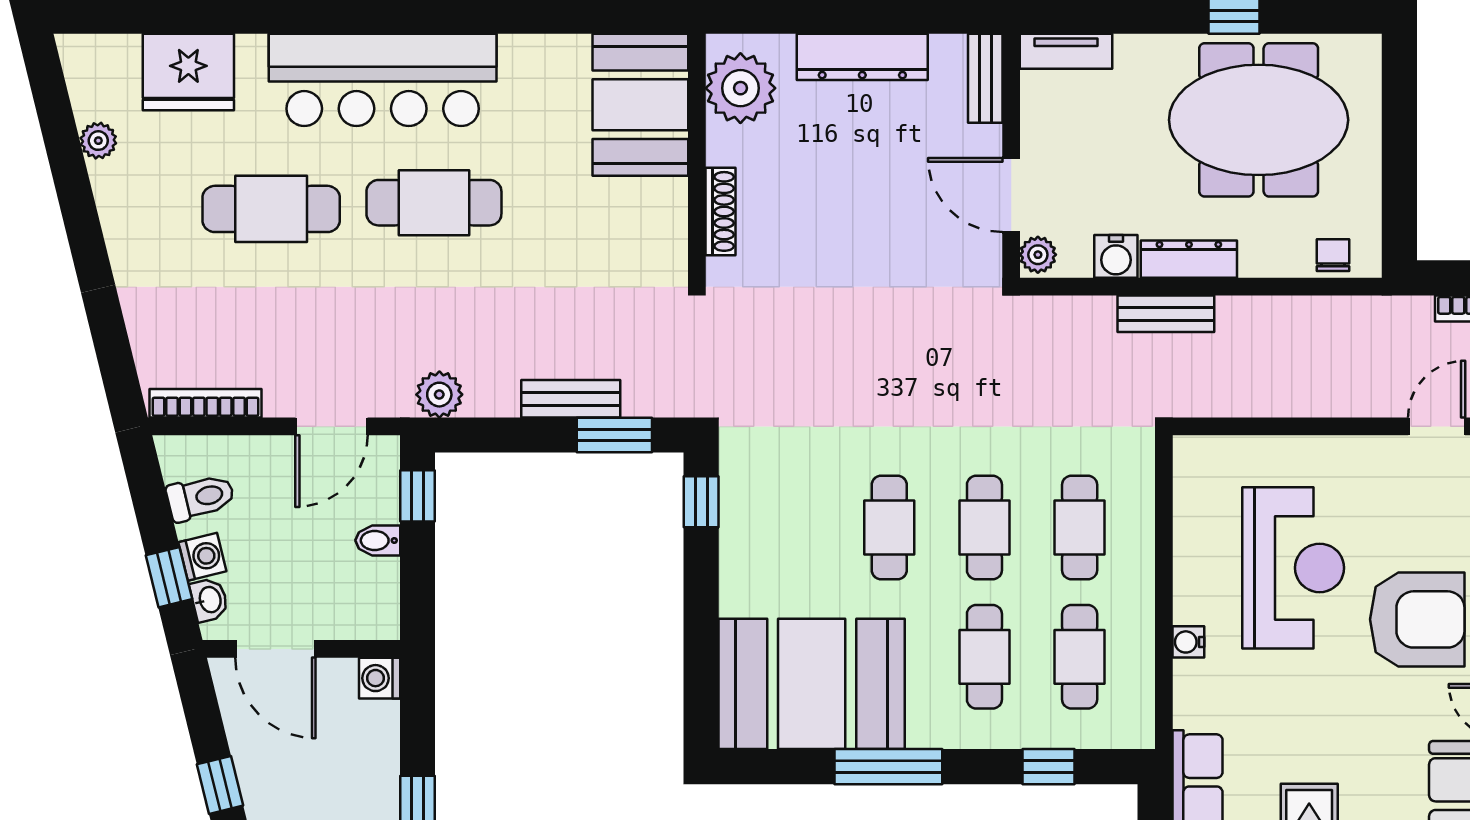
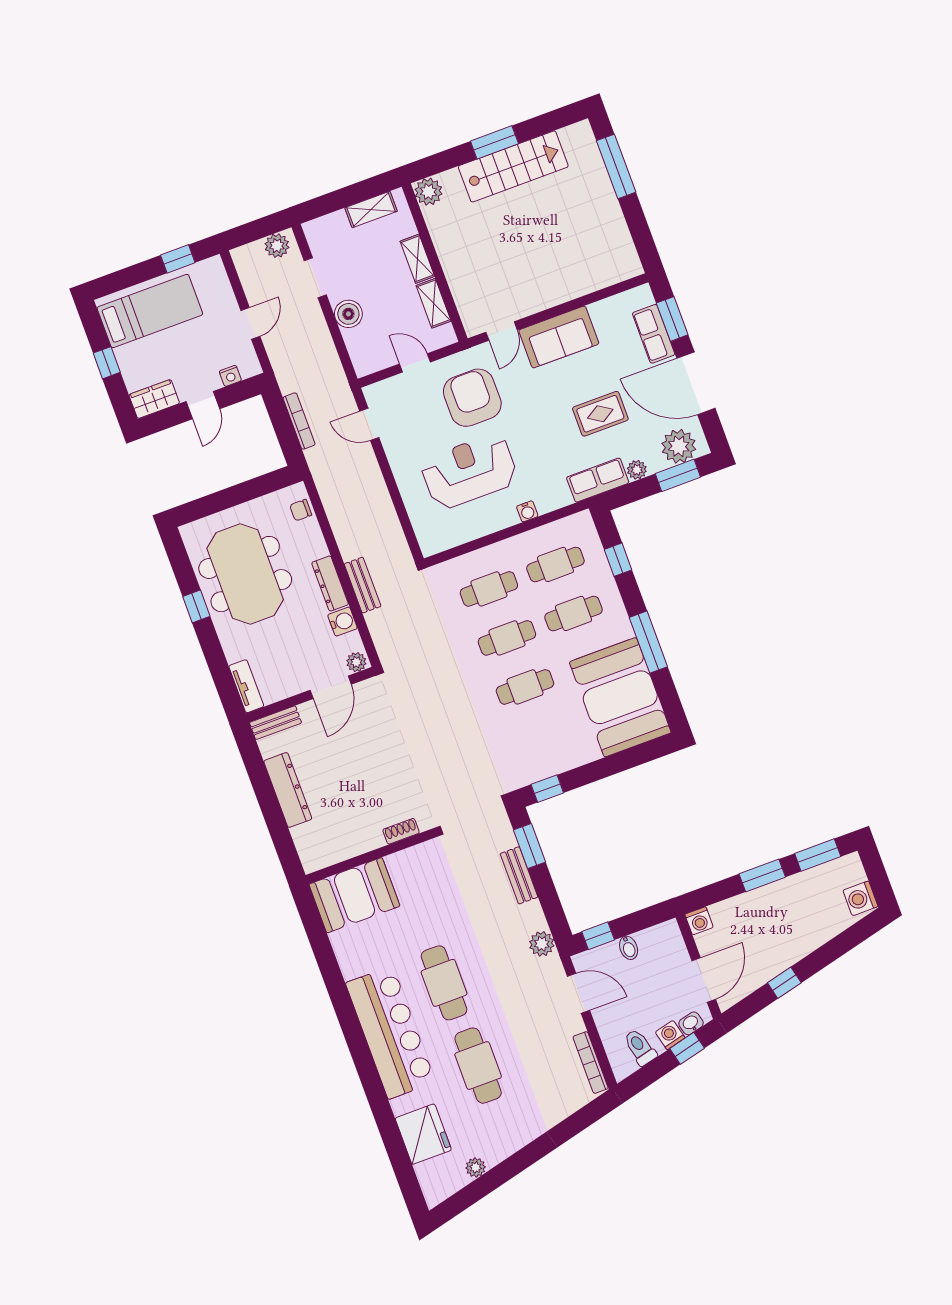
plant: (740, 88) -> (327, 847), removed
shoe rack: (720, 211) -> (401, 831), width x0.70

